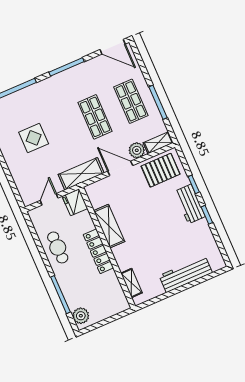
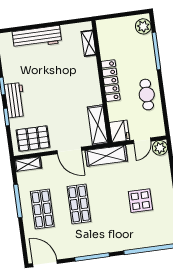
plant: (137, 150) -> (160, 148), moved
shelving: (109, 226) -> (98, 125), moved

